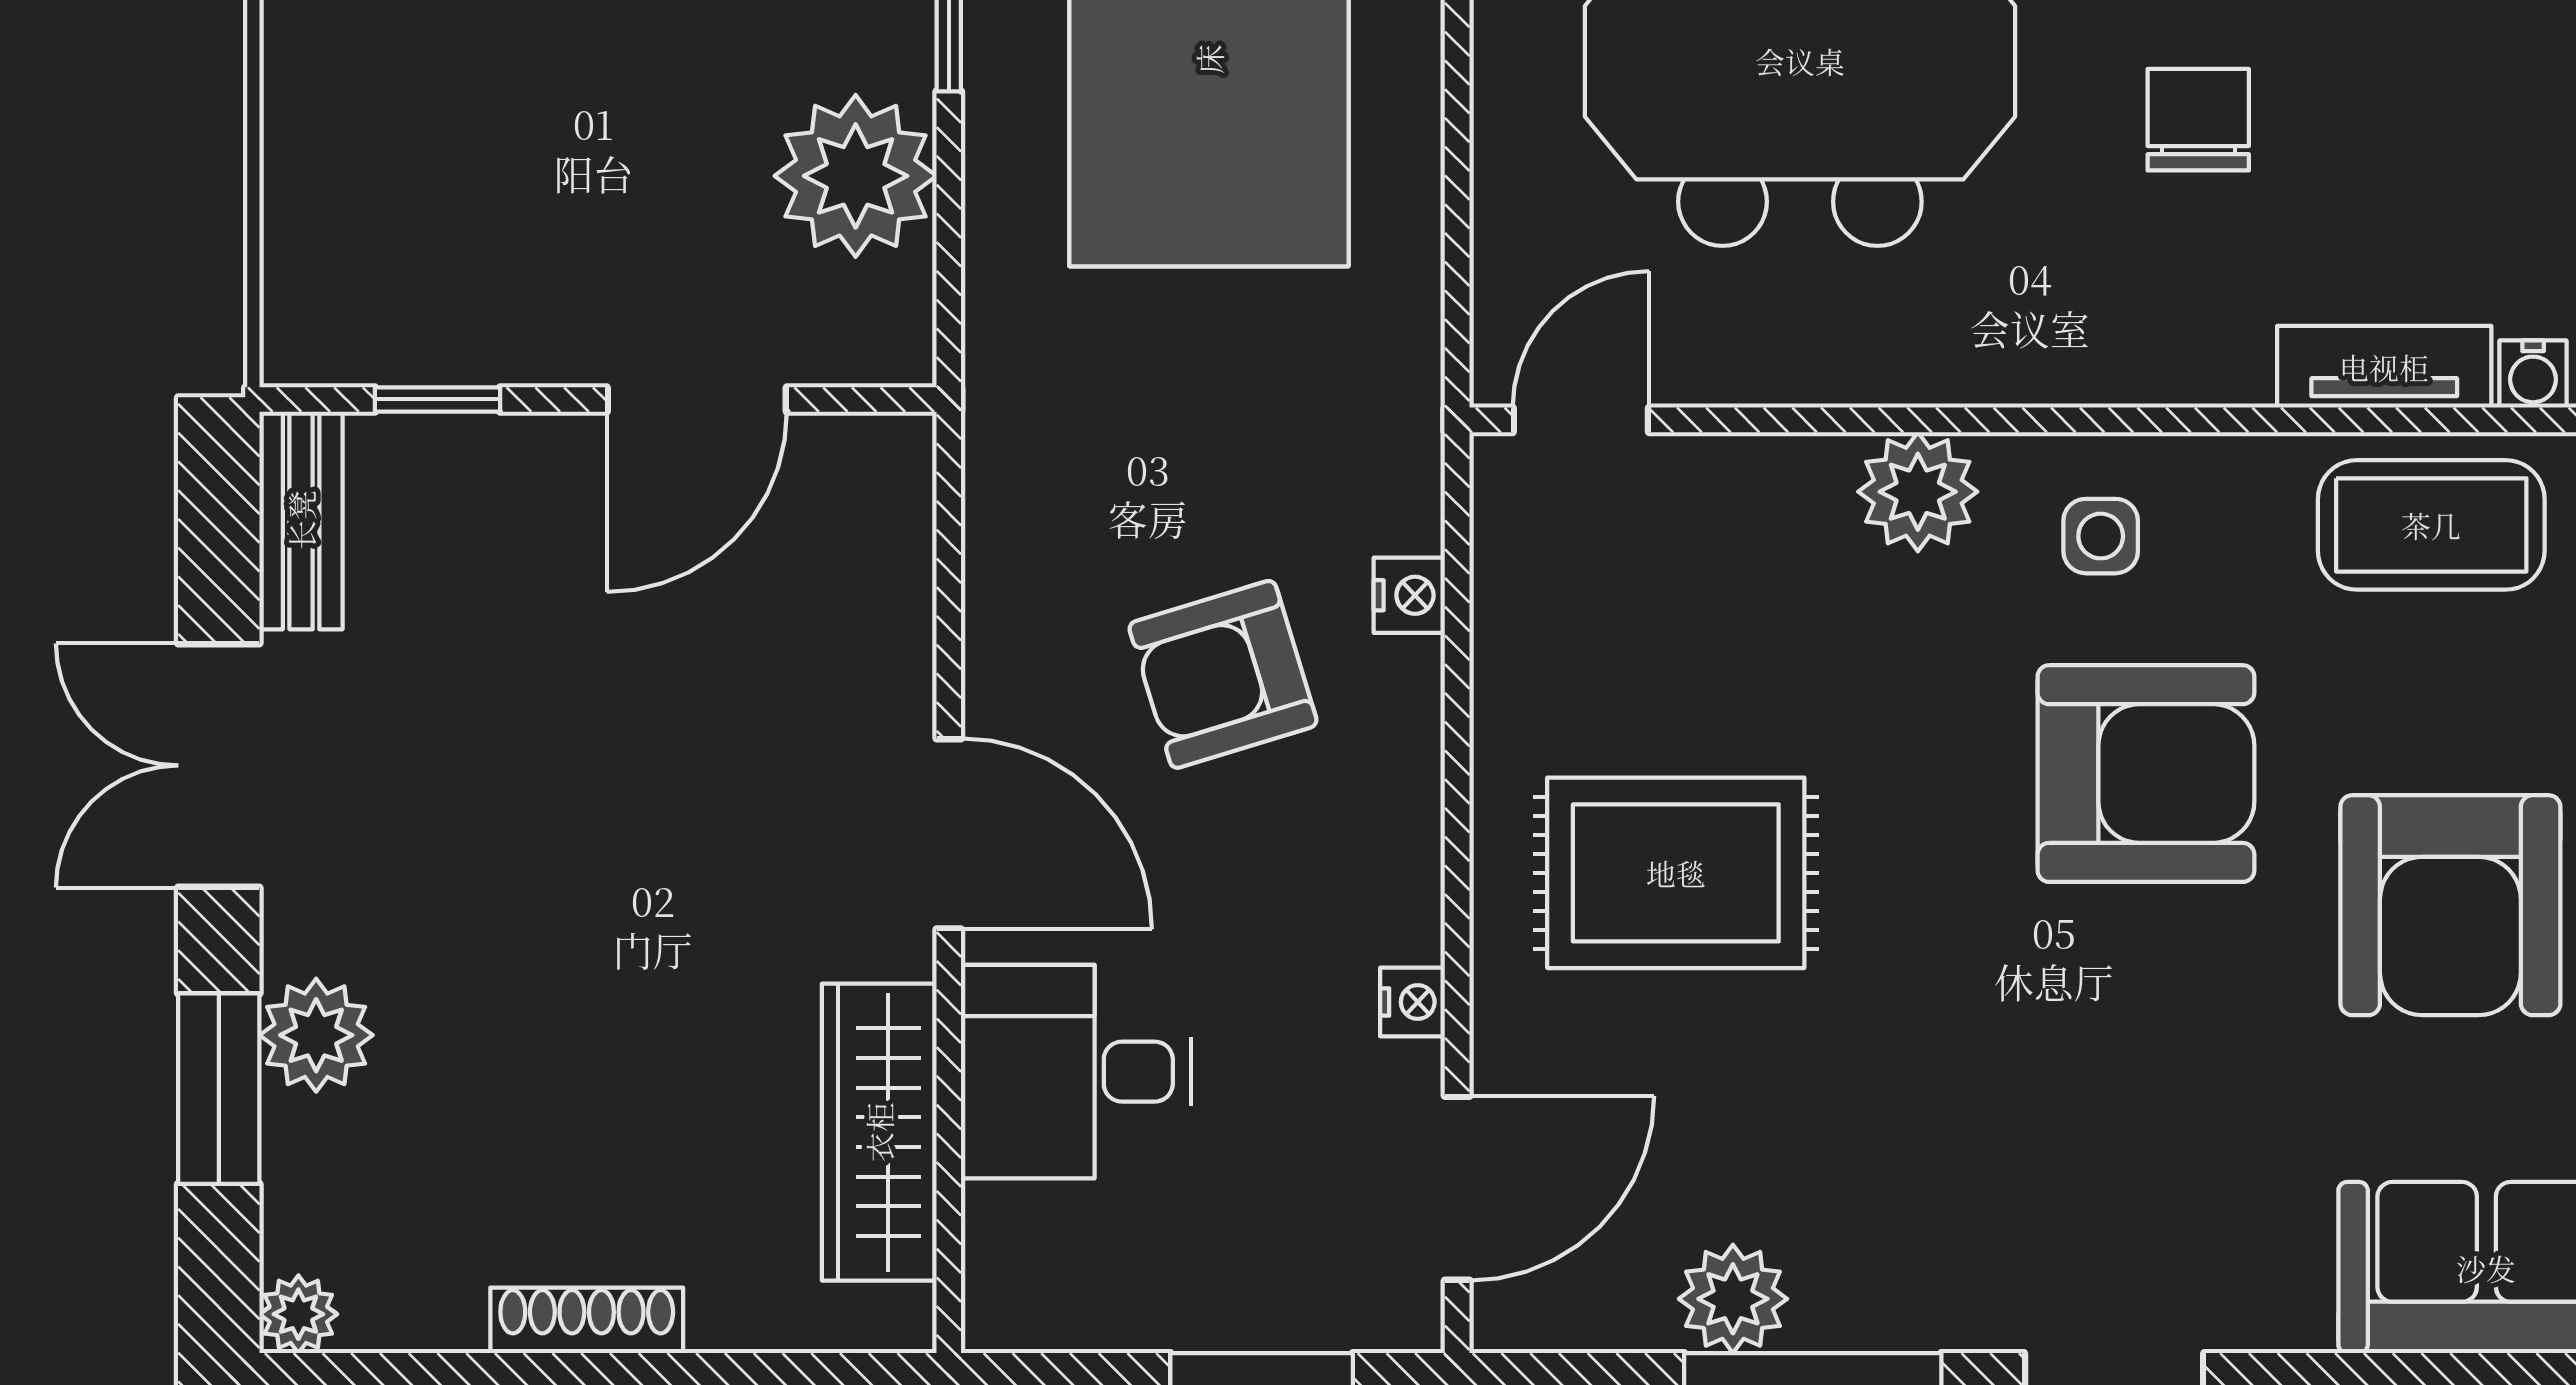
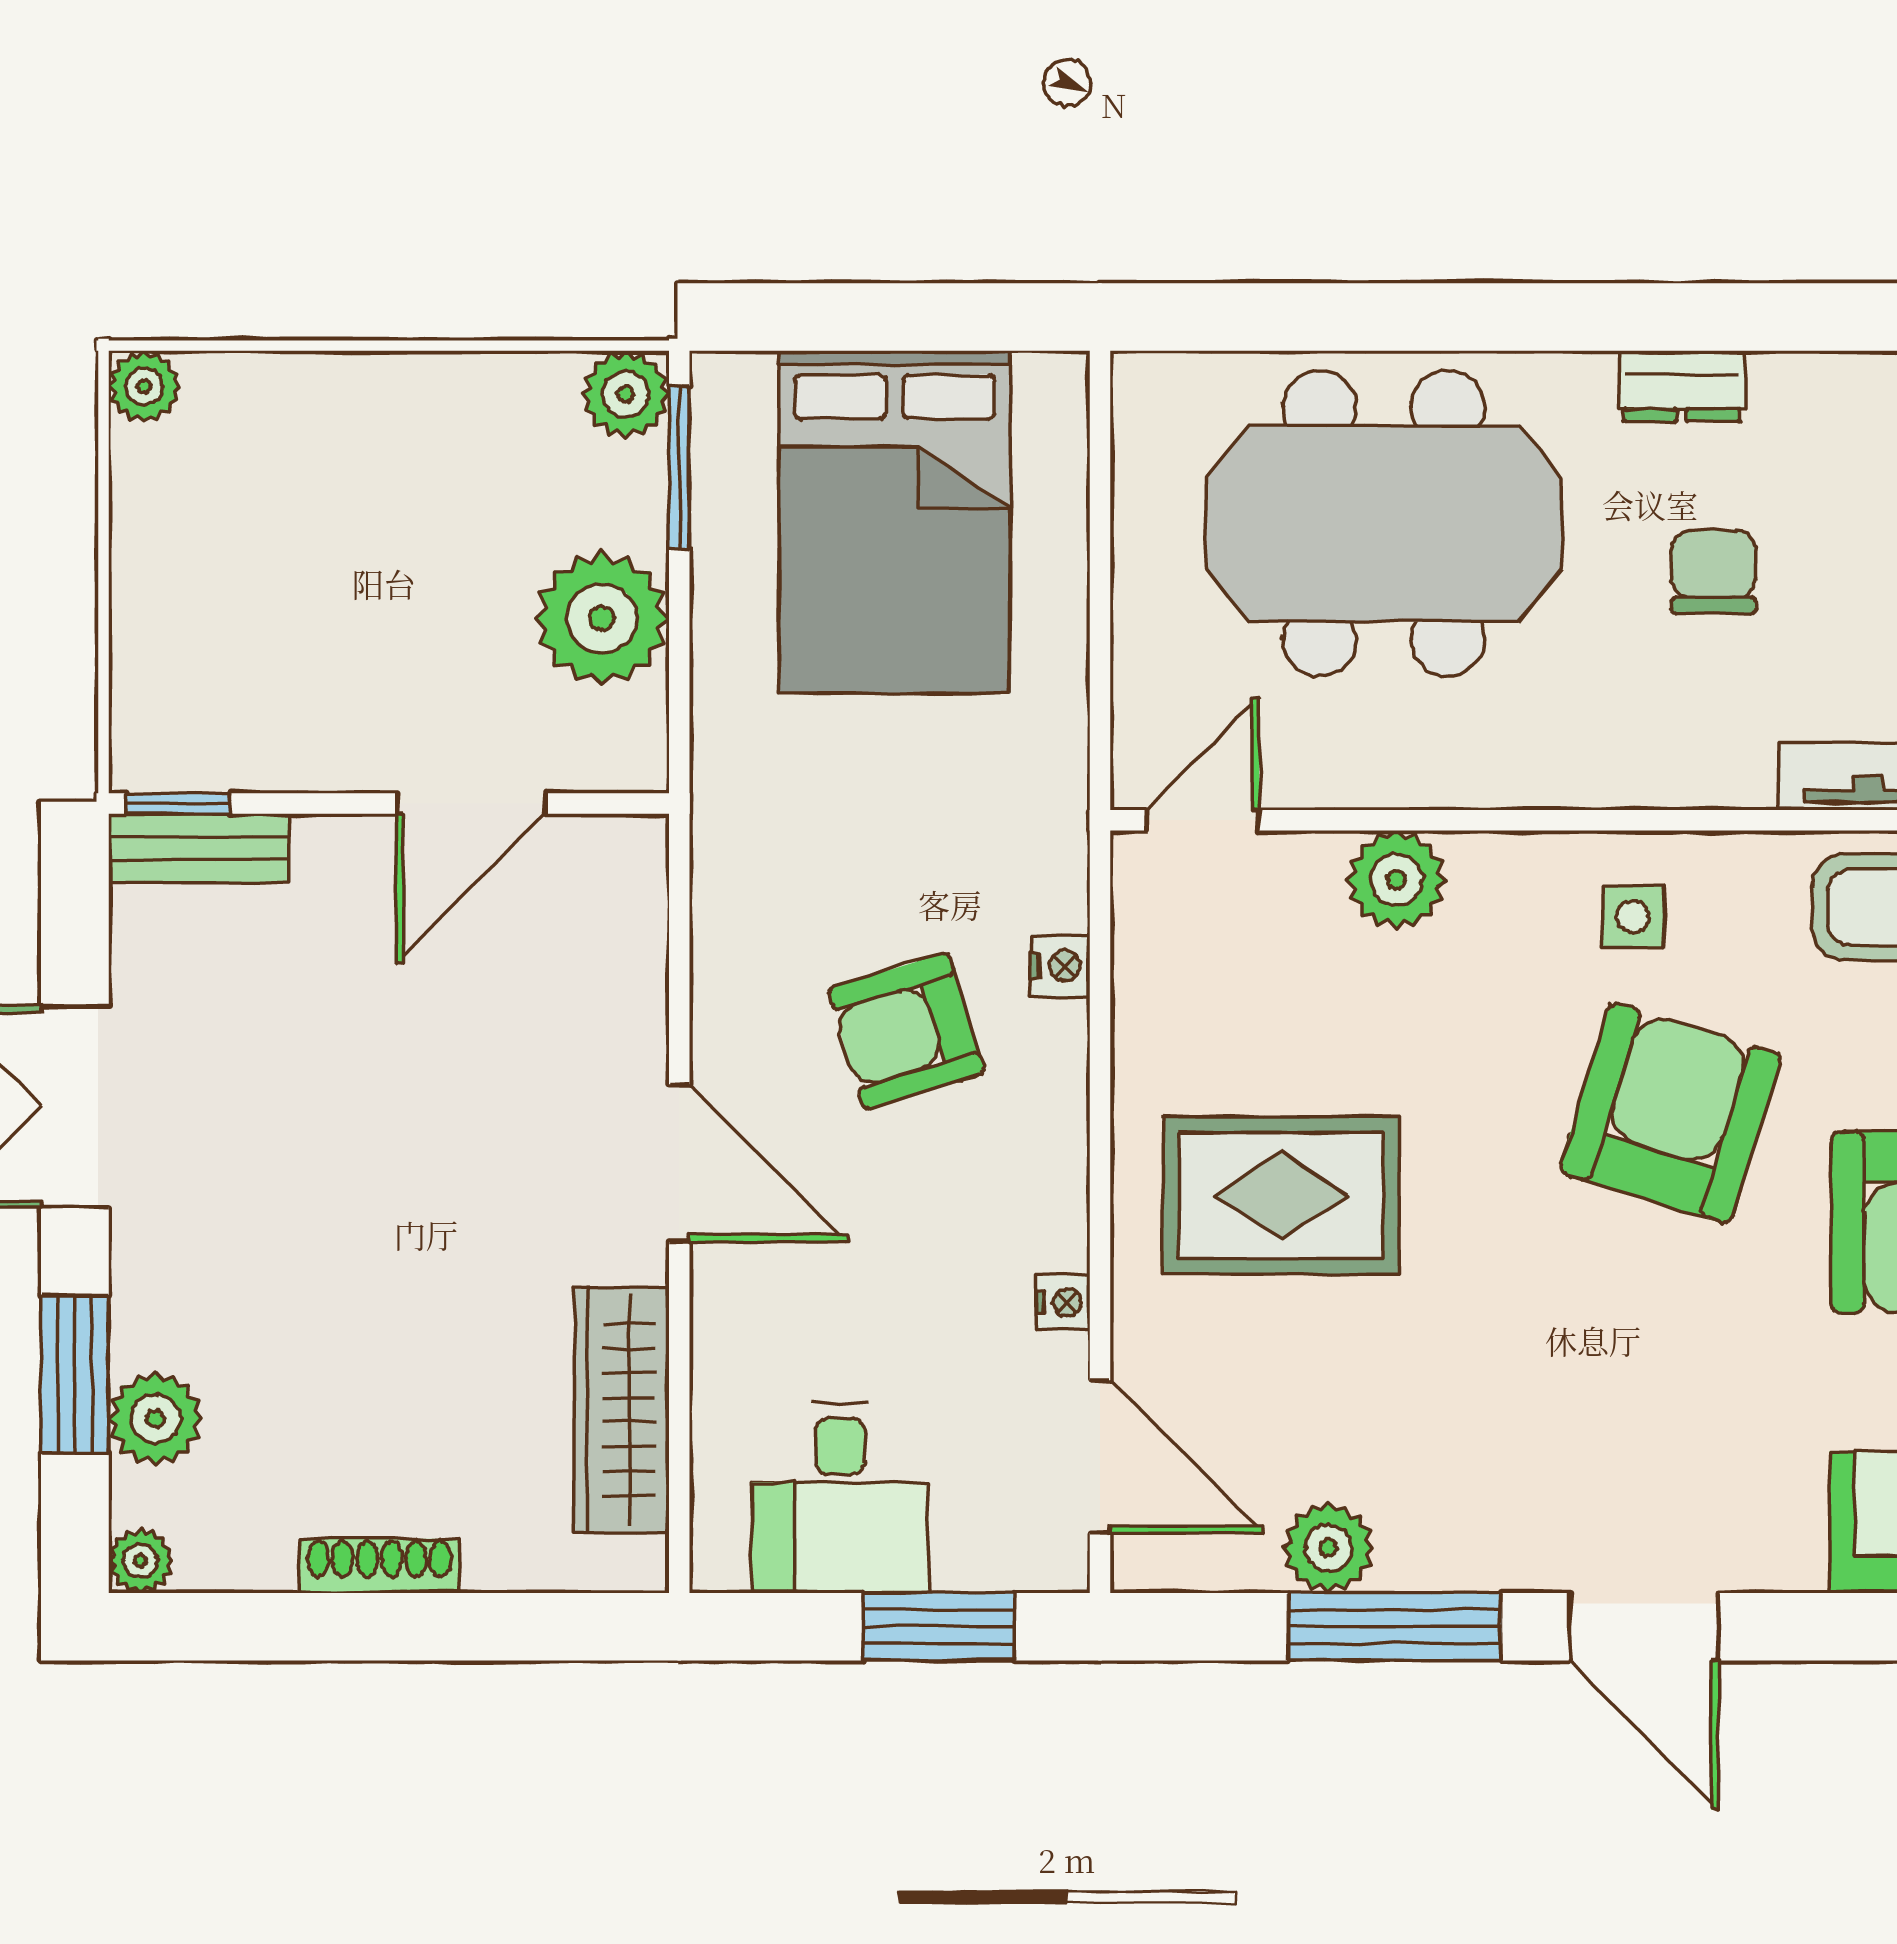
window: (438, 399) -> (178, 804), moved
plant: (1918, 492) -> (1396, 880), moved
bench: (301, 520) -> (199, 848), moved, turned 90
armchair: (2146, 774) -> (1670, 1113), turned -73
plant: (316, 1035) -> (155, 1419), moved
desk: (1076, 1072) -> (840, 1498), moved, turned -90
door: (1457, 1188) -> (1100, 1457), hinge flipped

